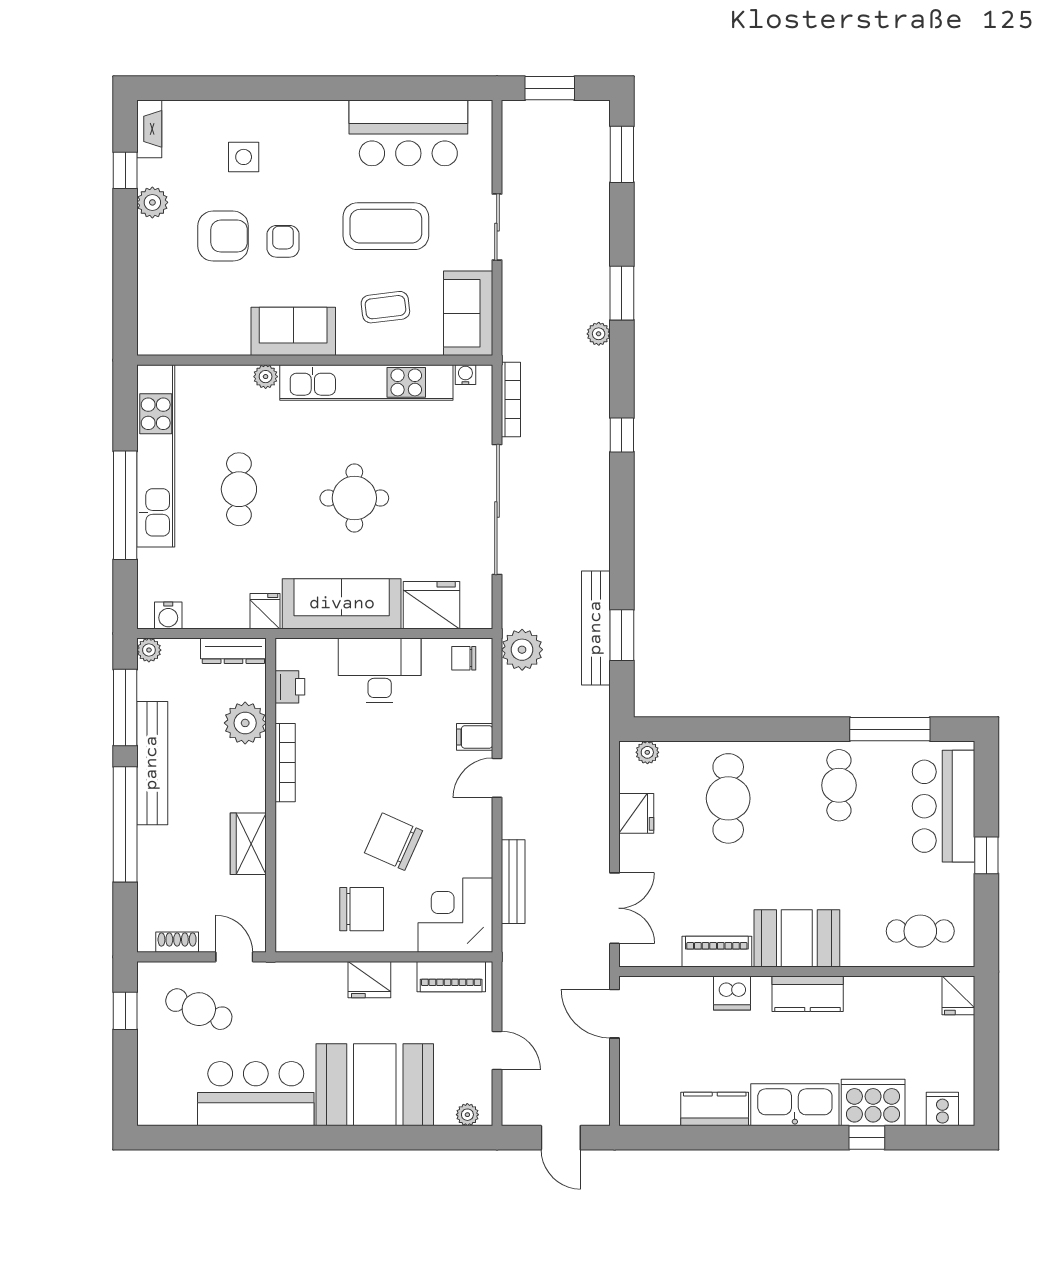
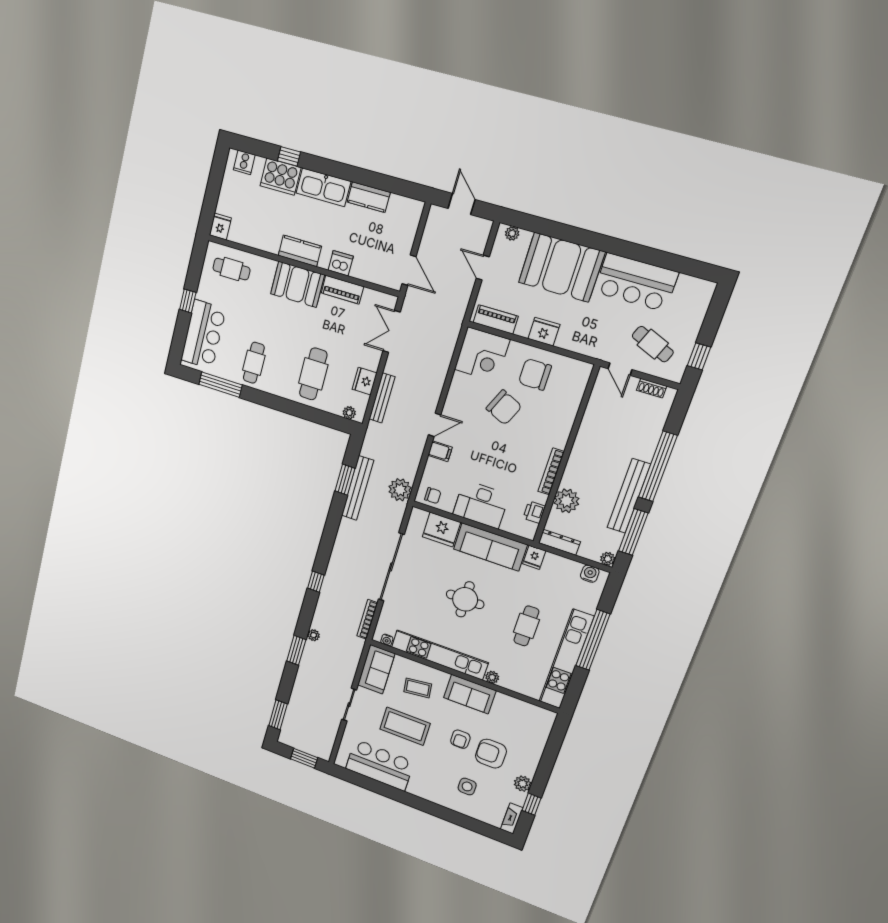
wardrobe: (248, 844) -> (588, 432), removed
bench: (513, 882) -> (382, 398), moved

